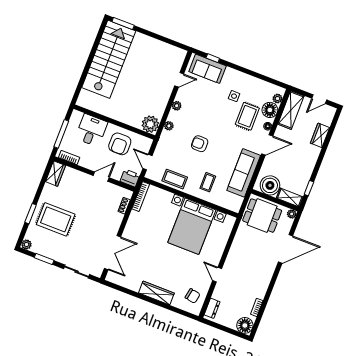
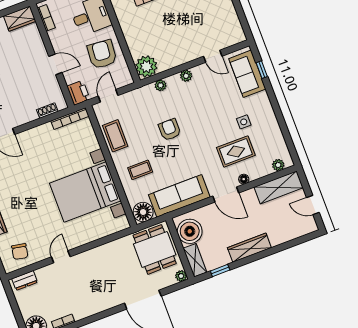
floor lamp: (270, 110) -> (143, 212), moved
wardrobe: (320, 135) -> (249, 248), moved, width x1.50
armchair: (120, 144) -> (102, 54), turned 95

